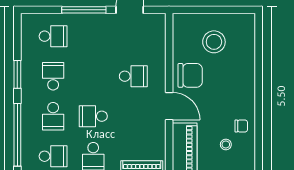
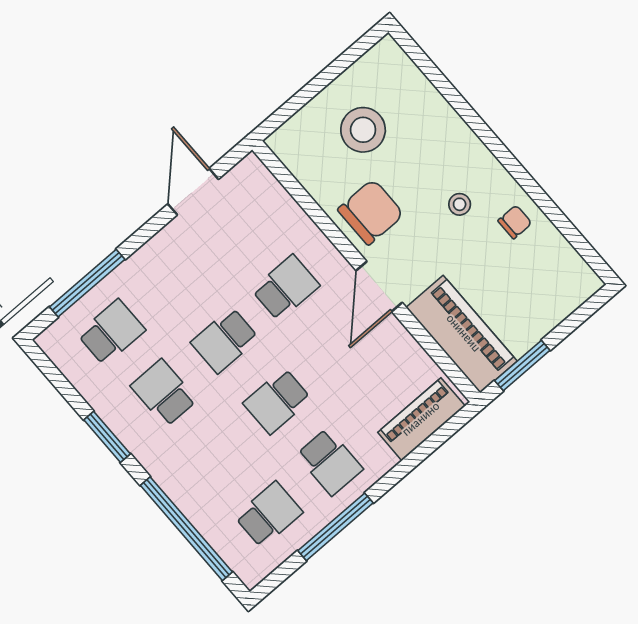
window: (84, 10) -> (87, 283), moved
door: (169, 106) -> (379, 286), swing flipped
school desk: (53, 116) -> (225, 340), moved, turned 90
stool: (226, 144) -> (460, 204), moved

